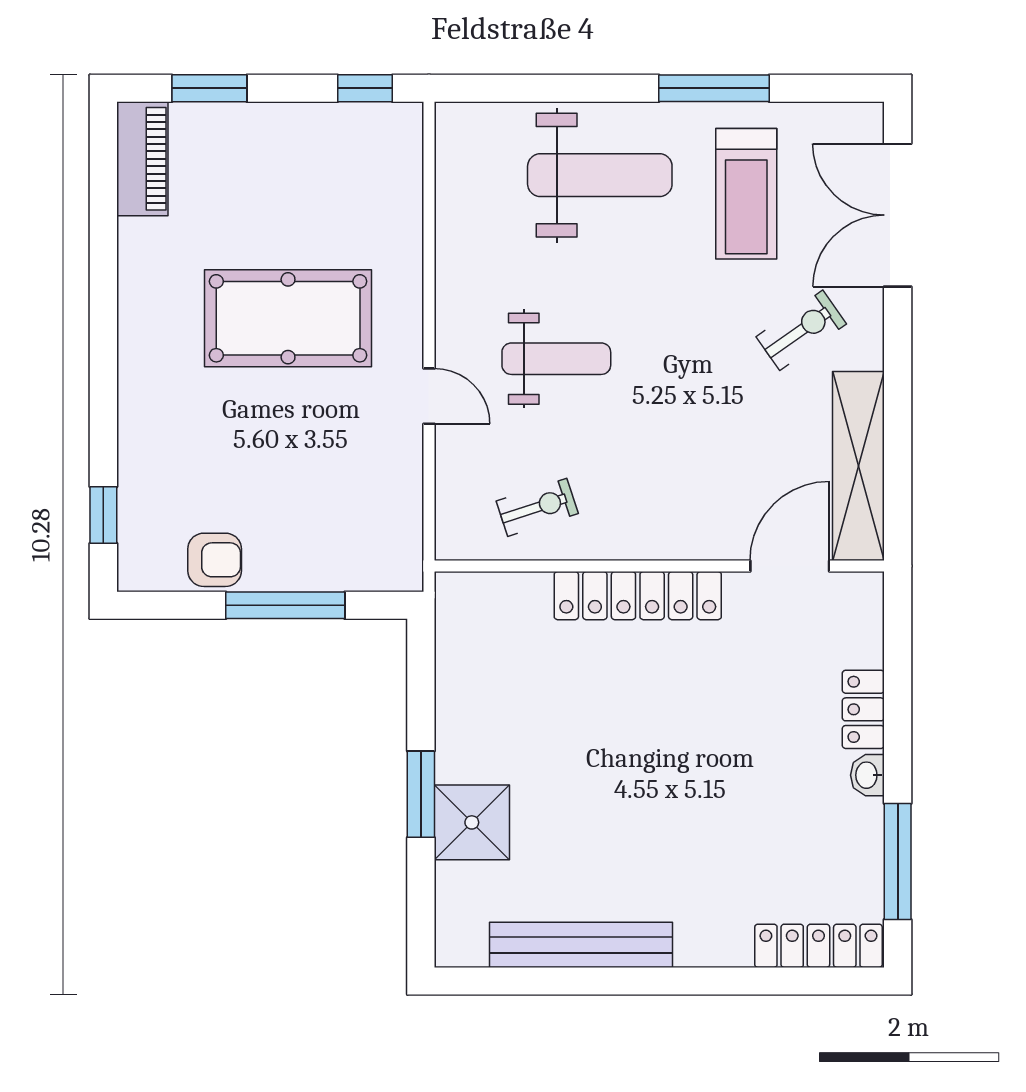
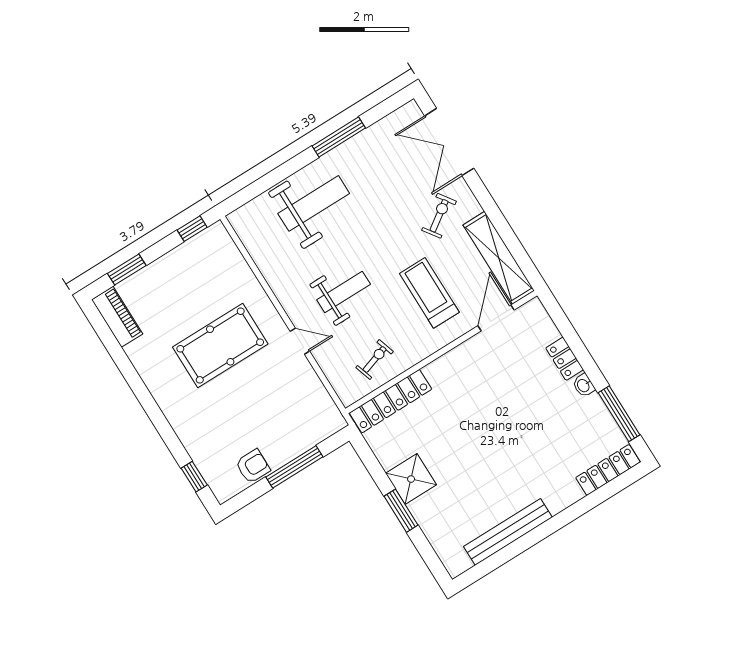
treadmill: (746, 194) -> (429, 293), moved, turned 180
locker: (638, 596) -> (391, 401), moved
shower: (472, 822) -> (411, 479), moved

